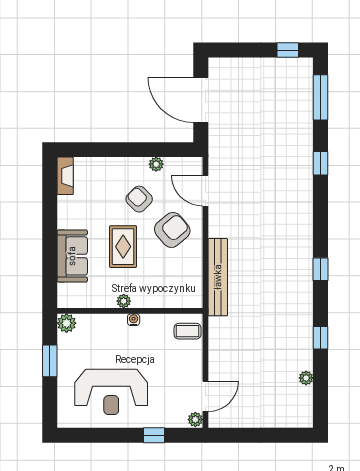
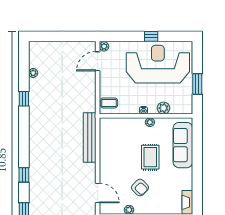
armchair: (172, 230) -> (119, 168), removed
sofa: (72, 256) -> (183, 145), width x1.36
window: (321, 269) -> (24, 175), moved
plant: (67, 323) -> (164, 108), moved
reception desk: (111, 392) -> (158, 64), width x1.36, depth x1.30
window: (154, 435) -> (151, 36), moved

